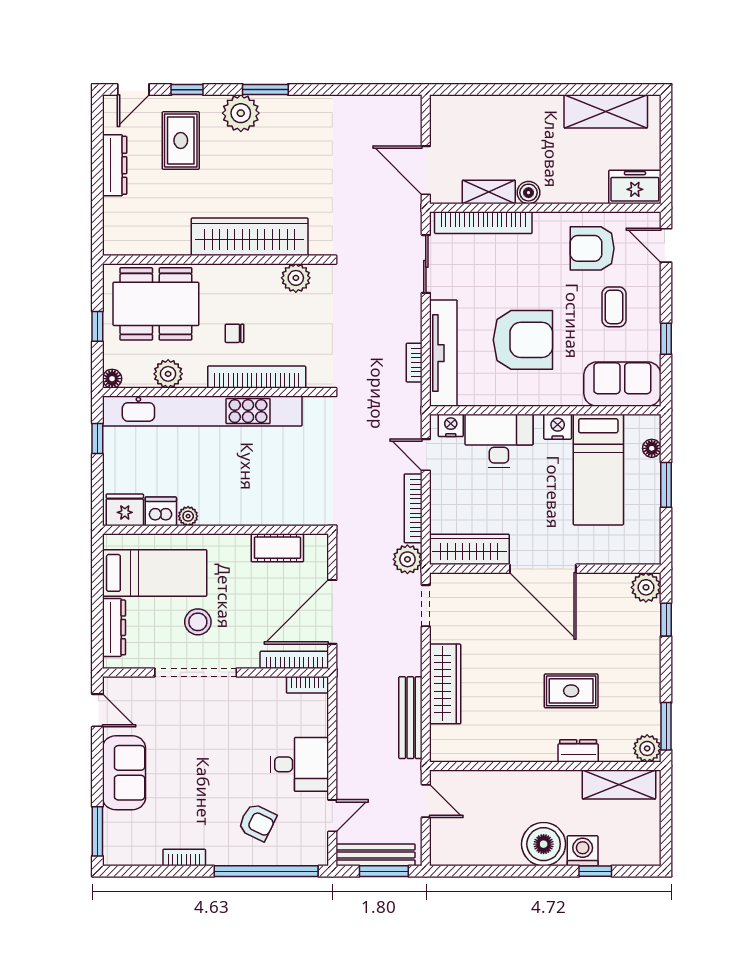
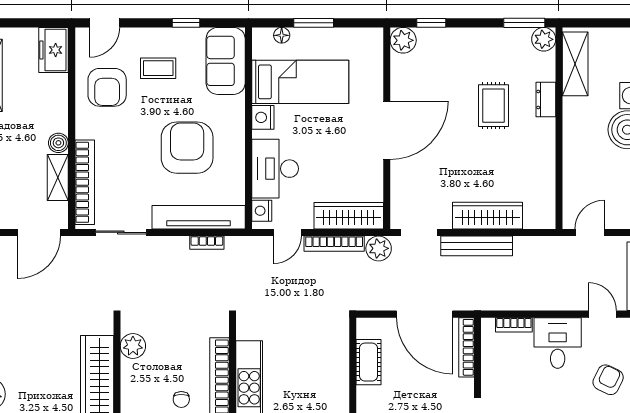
wardrobe: (469, 549) -> (349, 216), moved, turned 90
bookcase: (308, 685) -> (514, 325), moved, turned 90
bench: (410, 718) -> (477, 246), moved

